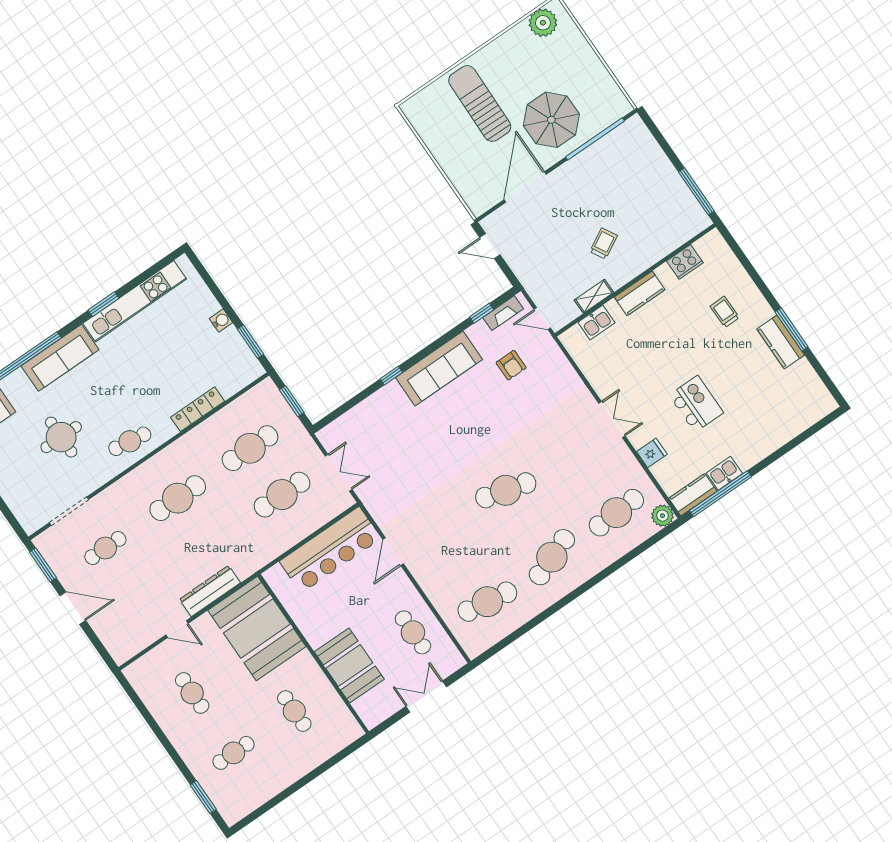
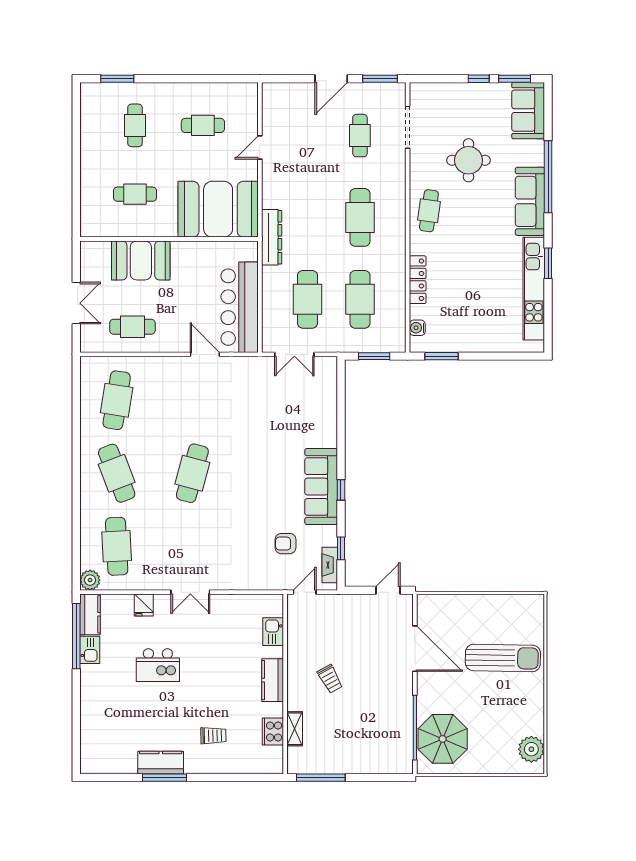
parasol: (551, 120) -> (443, 739), moved
shelving: (594, 296) -> (295, 729), moved
water cooler: (221, 321) -> (417, 328), moved, turned 90
window: (391, 376) -> (341, 490), moved
dresser: (210, 591) -> (272, 237), moved

